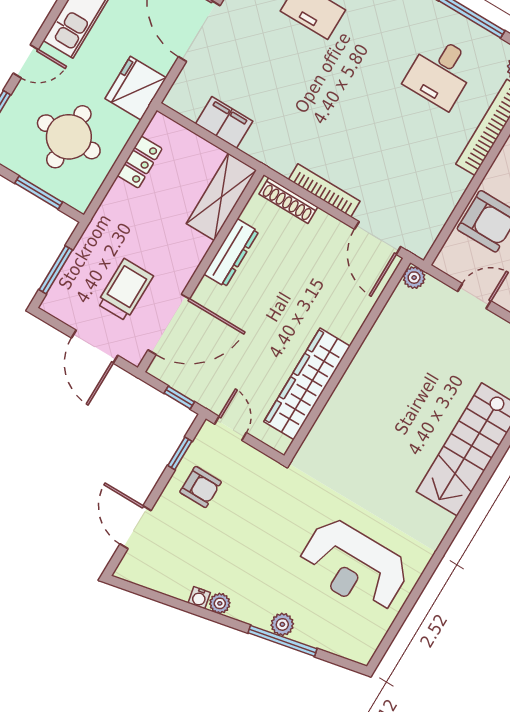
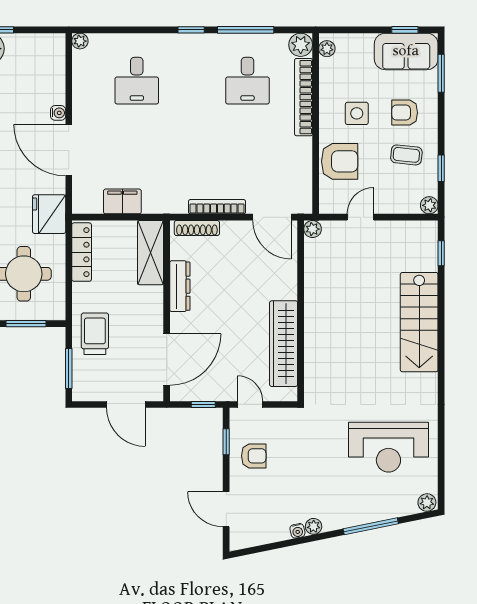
locker: (140, 162) -> (82, 252), width x1.53
trolley: (125, 290) -> (95, 334), moved
plant: (282, 624) -> (427, 503), moved

